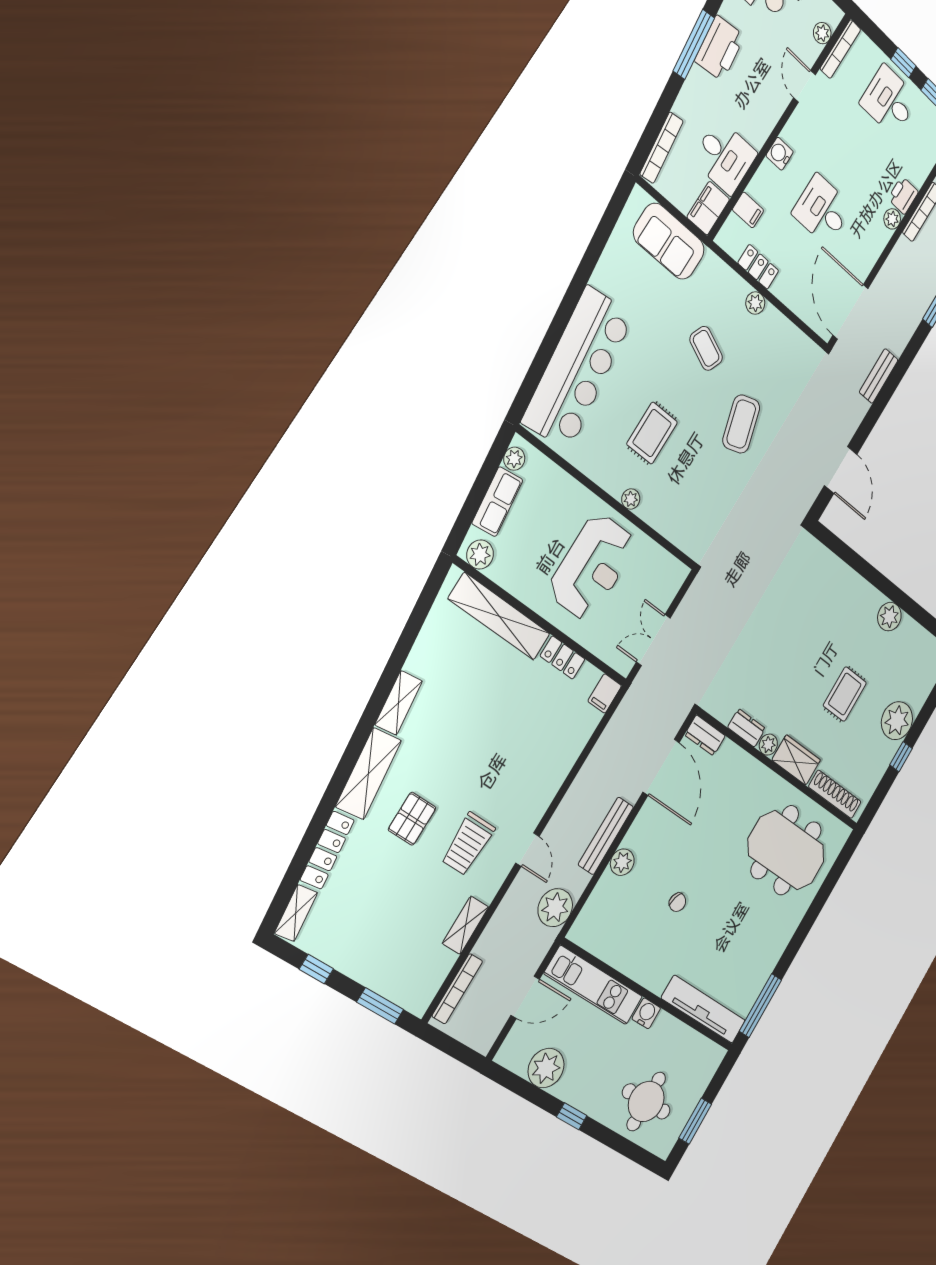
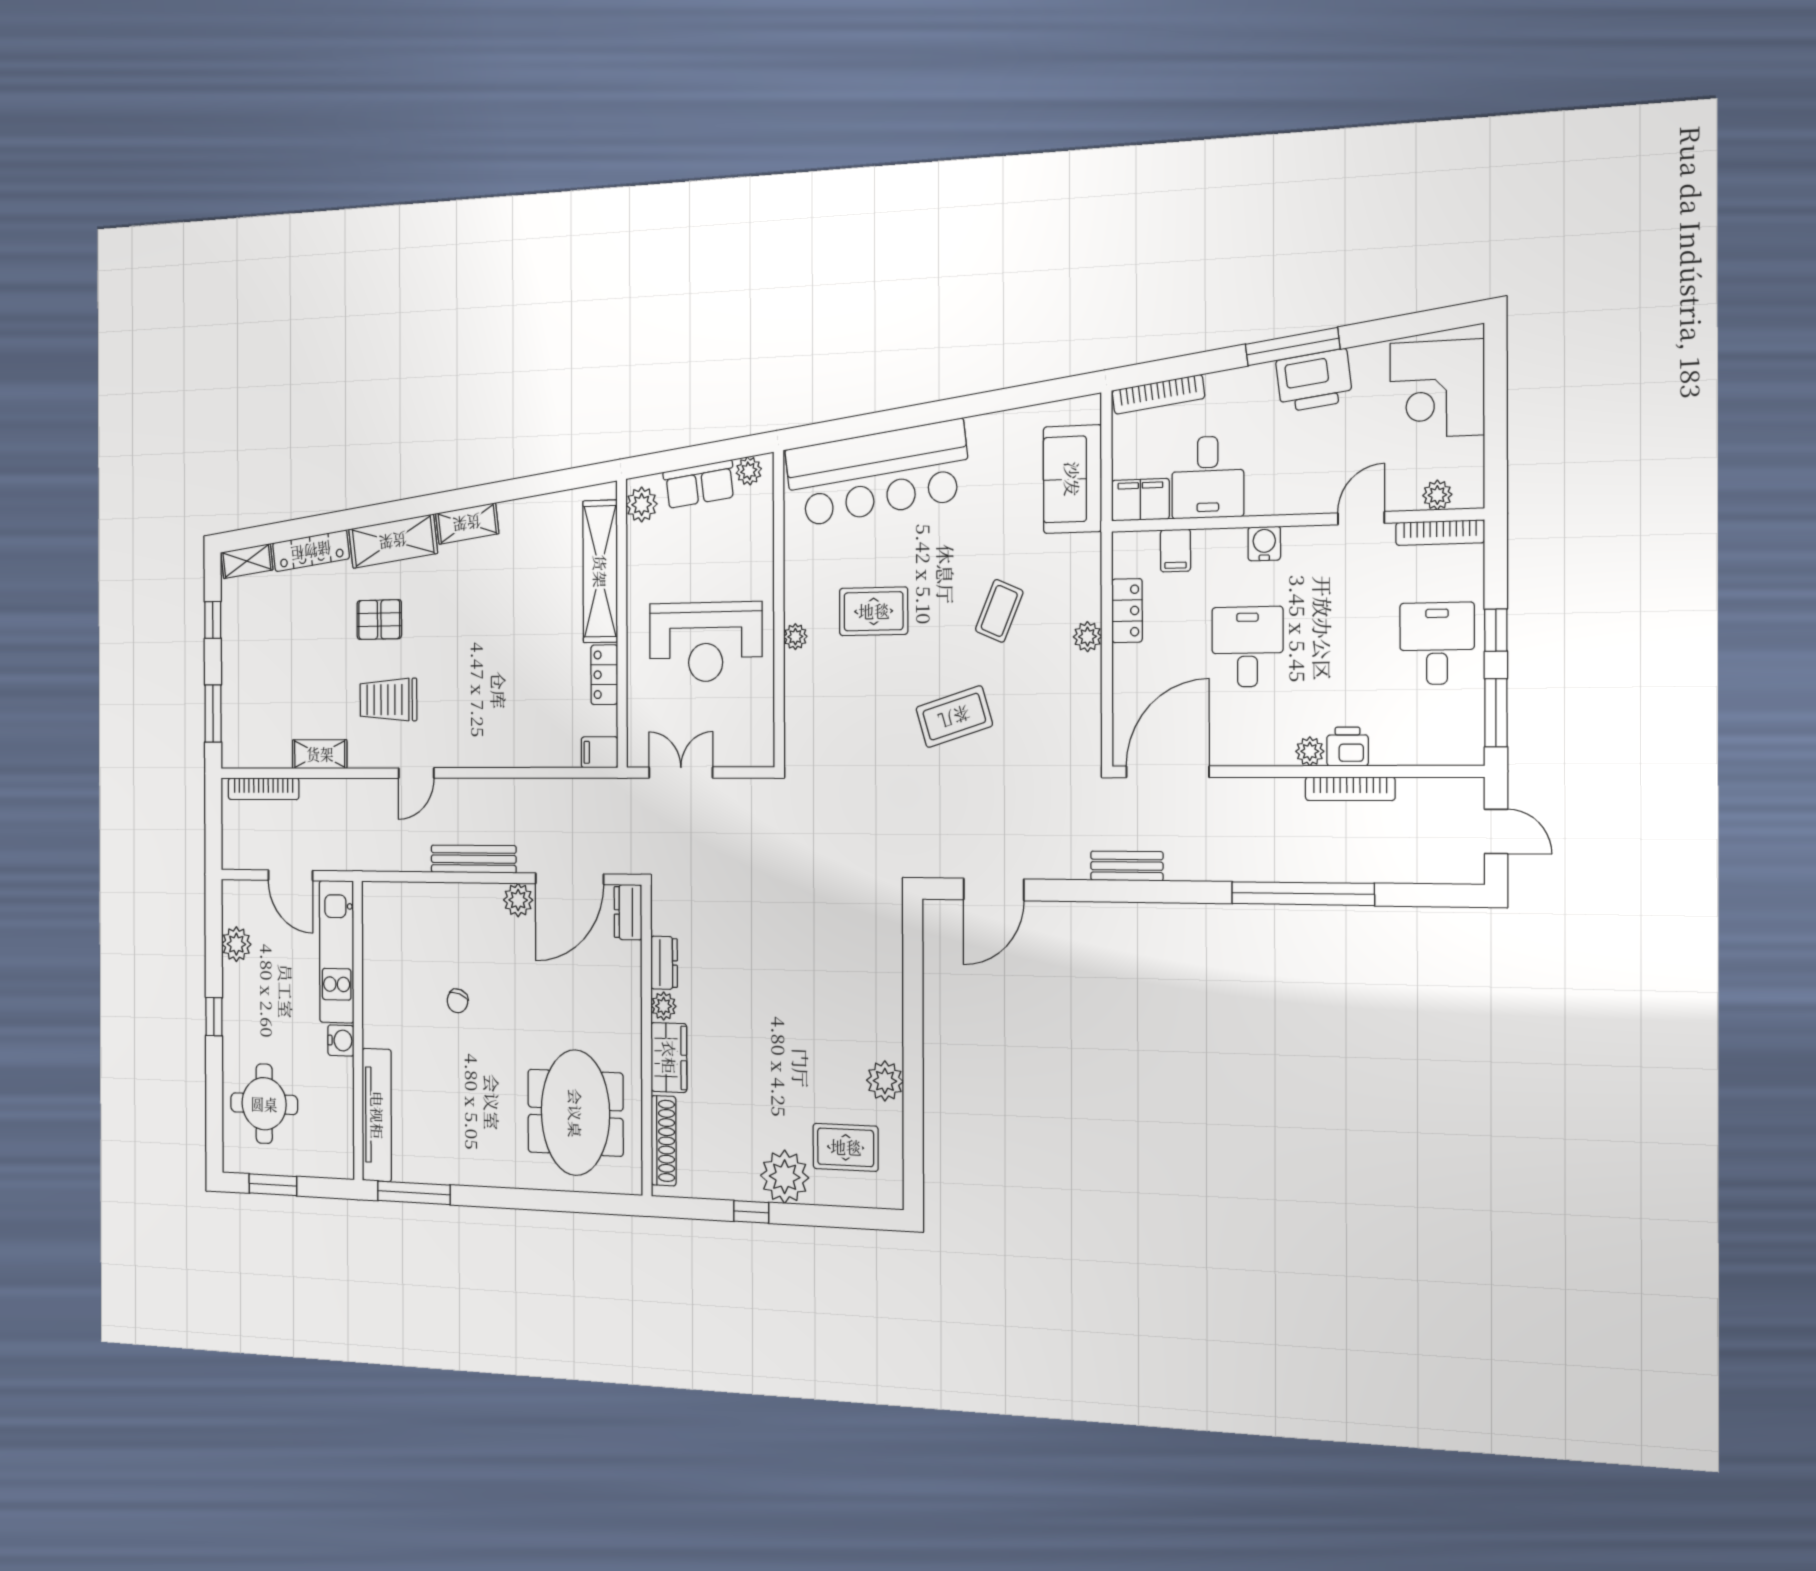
rug: (845, 694) -> (846, 1147), moved
plant: (622, 862) -> (518, 900), moved
plant: (555, 908) -> (382, 848), removed
plant: (546, 1068) -> (236, 944), width x0.73, depth x0.73

